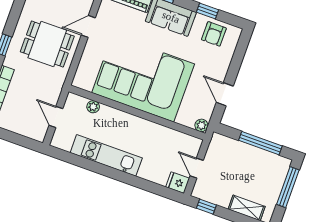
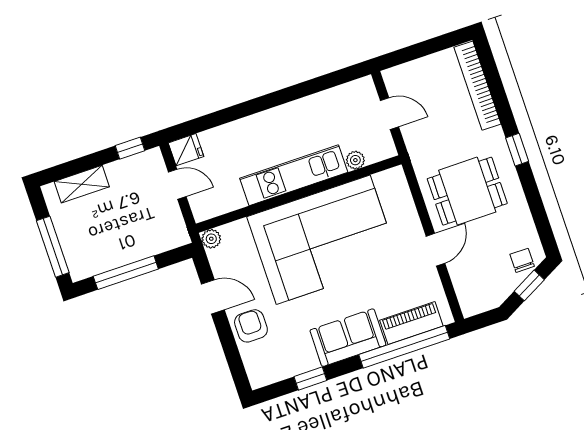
armchair: (214, 34) -> (251, 326), moved
kitchen unit: (106, 155) -> (294, 175), moved, turned 180

